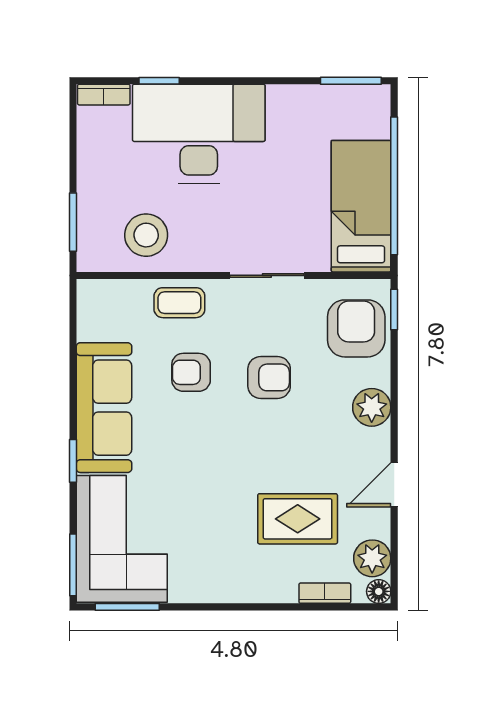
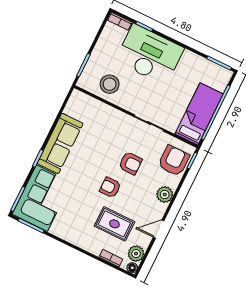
coffee table: (179, 303) -> (110, 117), removed
armchair: (191, 372) -> (110, 187), moved

